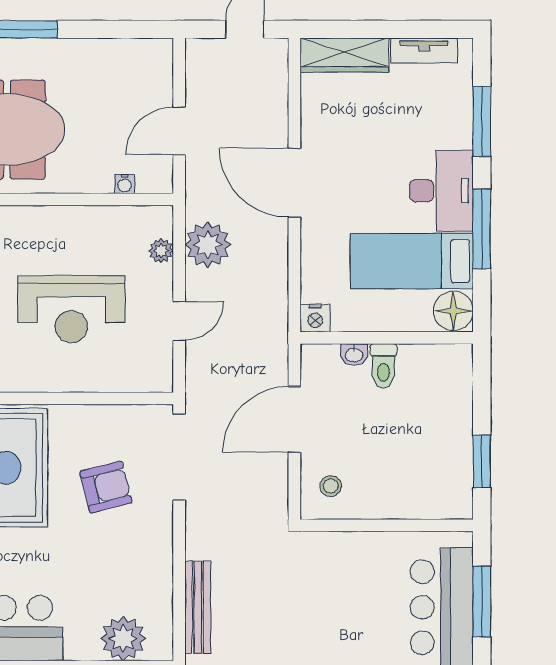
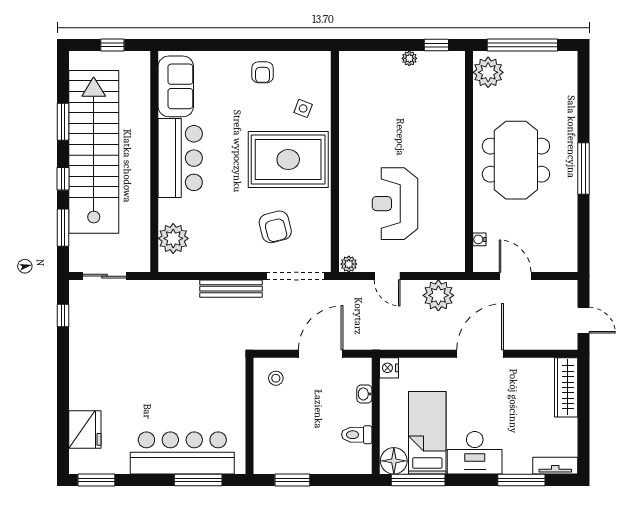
tv unit: (424, 51) -> (555, 466), moved, turned 90
window: (482, 229) -> (418, 480), moved
plant: (161, 251) -> (349, 264), moved
toilet: (383, 366) -> (357, 435), moved
door: (294, 419) -> (321, 354), hinge flipped
bench: (198, 607) -> (231, 289), moved

